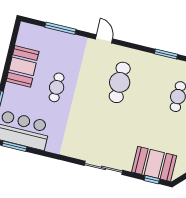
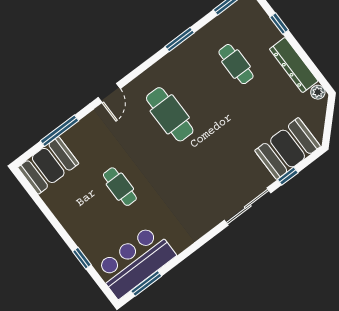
door: (104, 39) -> (109, 93), swing flipped
booth: (23, 66) -> (48, 165), moved, turned 90
window: (152, 180) -> (288, 176), moved

